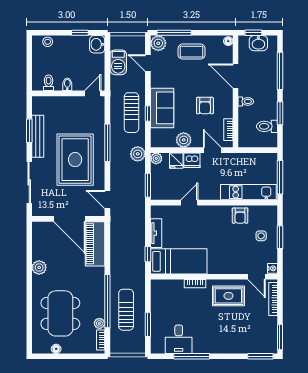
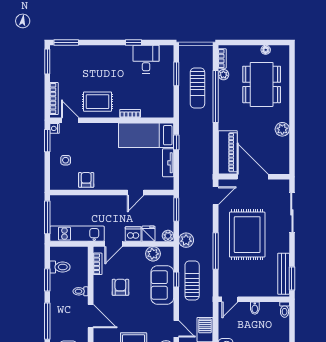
toilet: (49, 83) -> (285, 310), moved
window: (29, 131) -> (292, 279), moved
bench: (38, 136) -> (284, 274), moved
plant: (184, 140) -> (153, 254), moved
door: (212, 150) -> (113, 244), hinge flipped
kitchen unit: (248, 192) -> (77, 234), moved, turned 180
door: (107, 199) -> (216, 196), hinge flipped
window: (280, 237) -> (47, 141), moved
window: (192, 356) -> (133, 43), width x0.46

